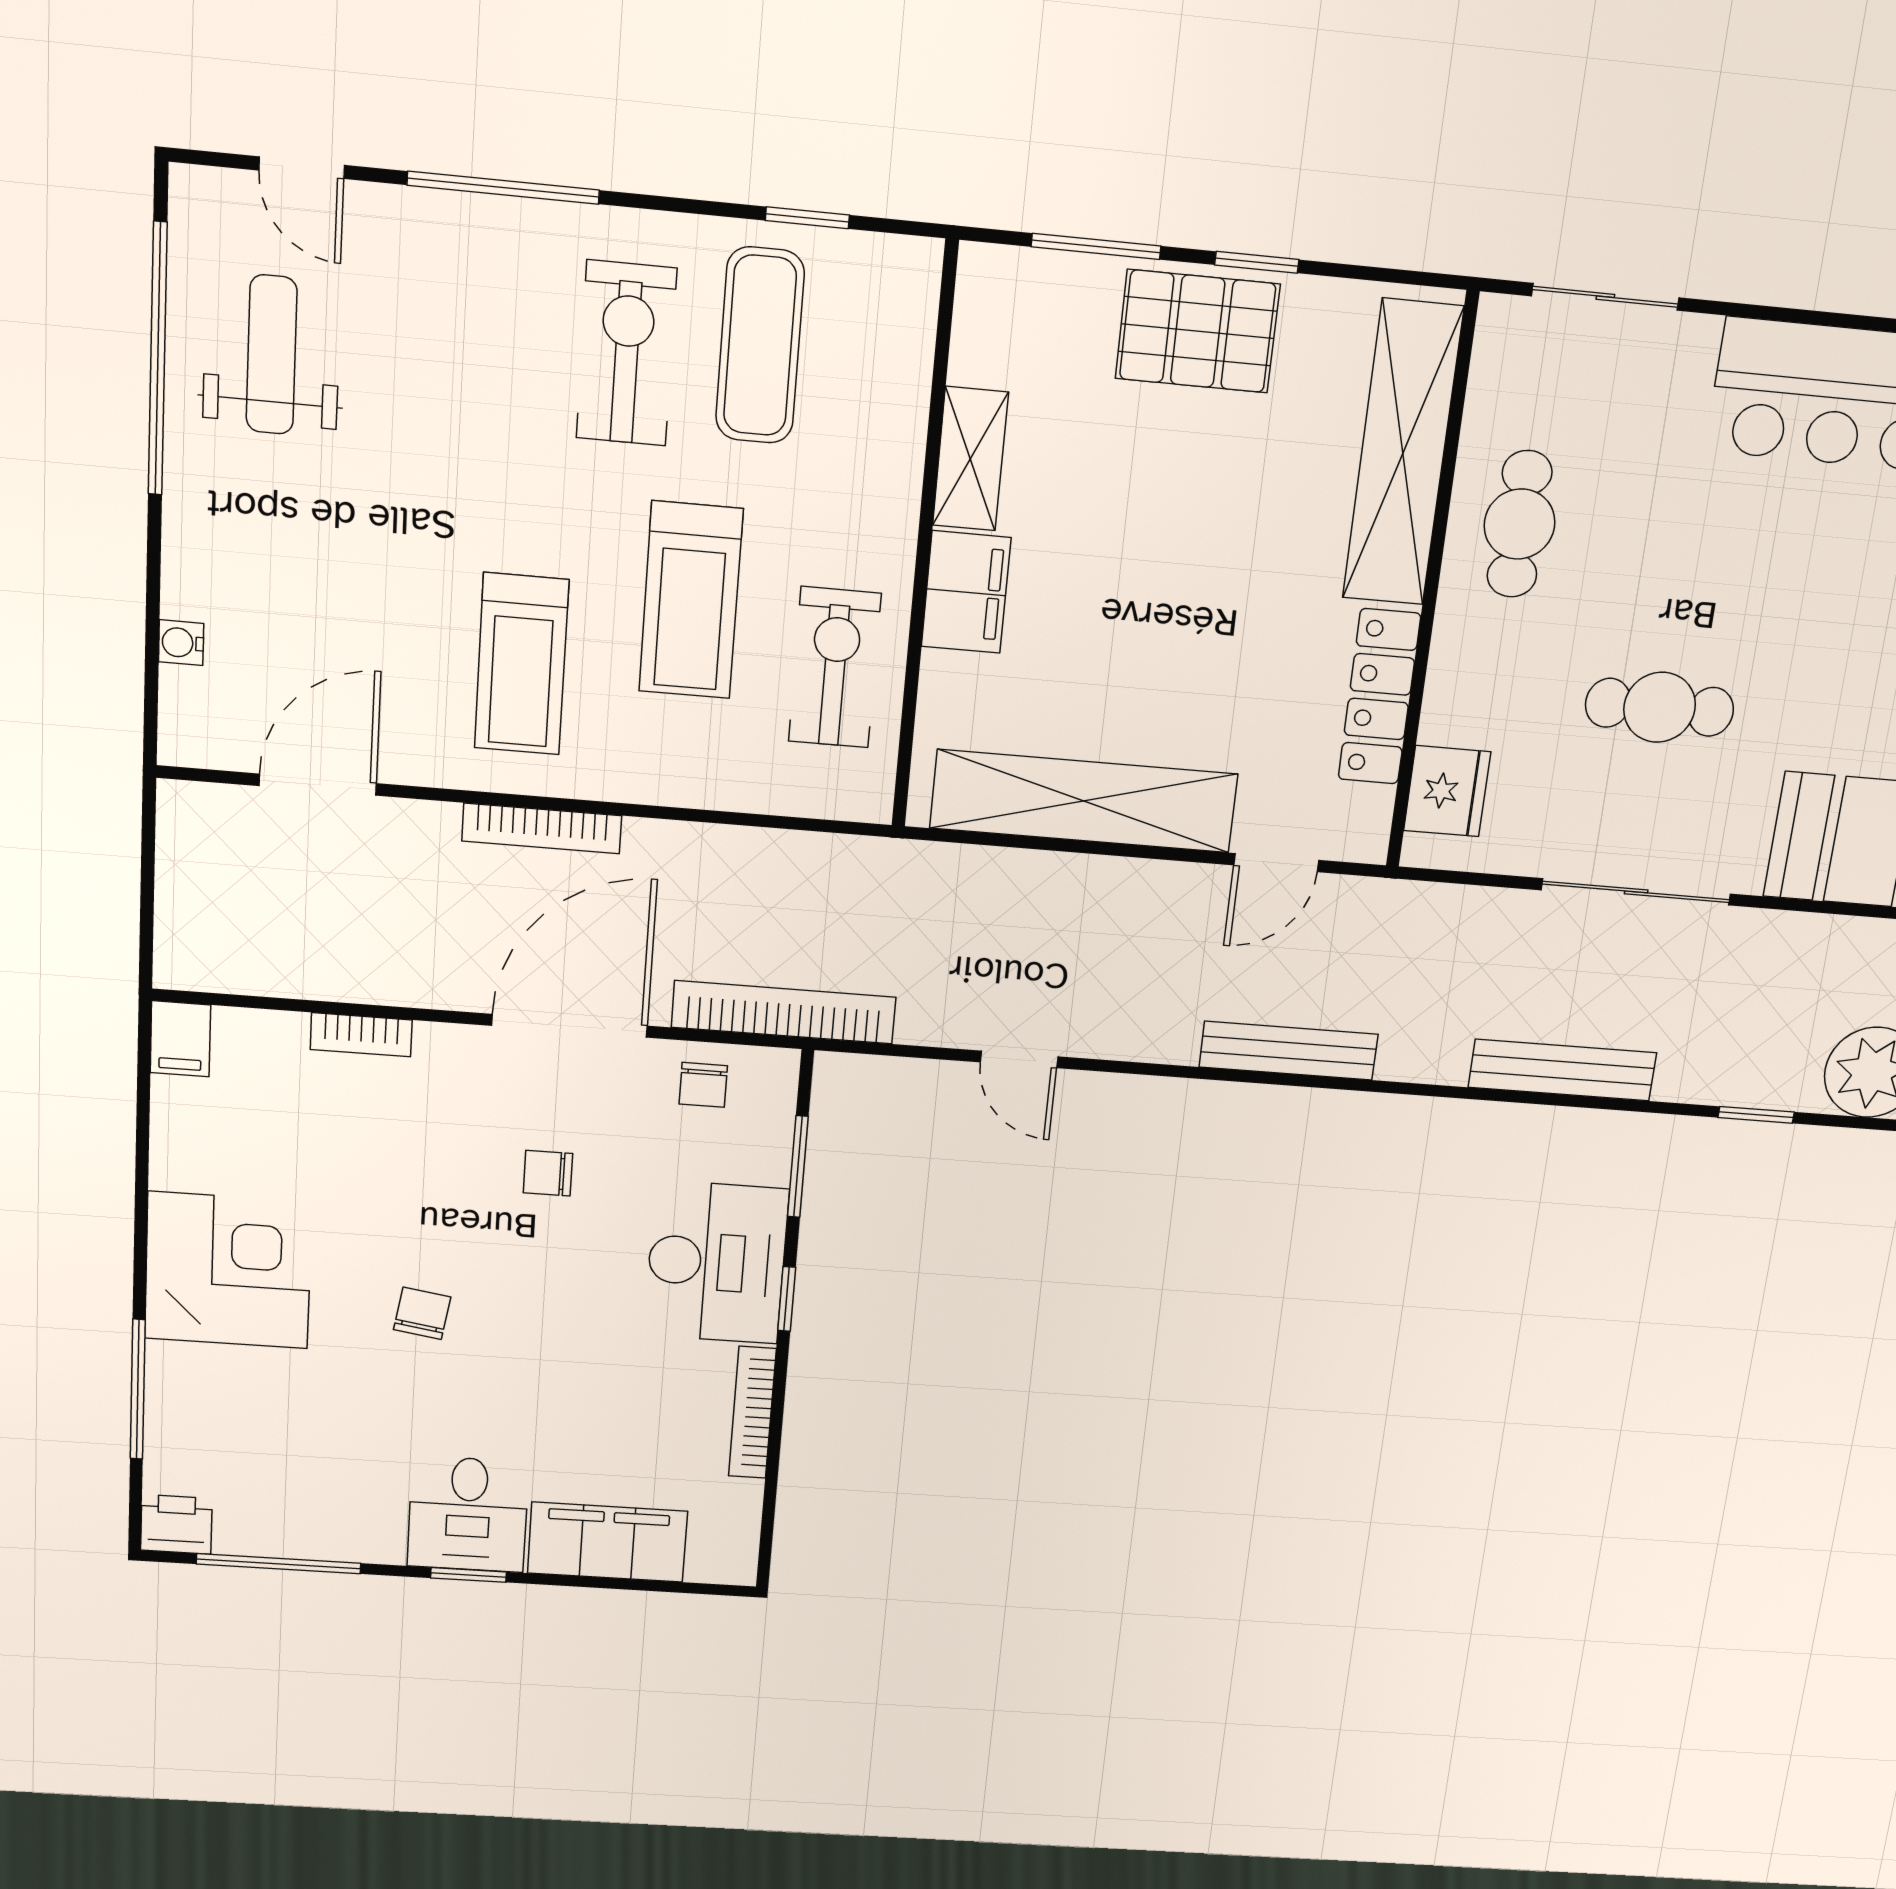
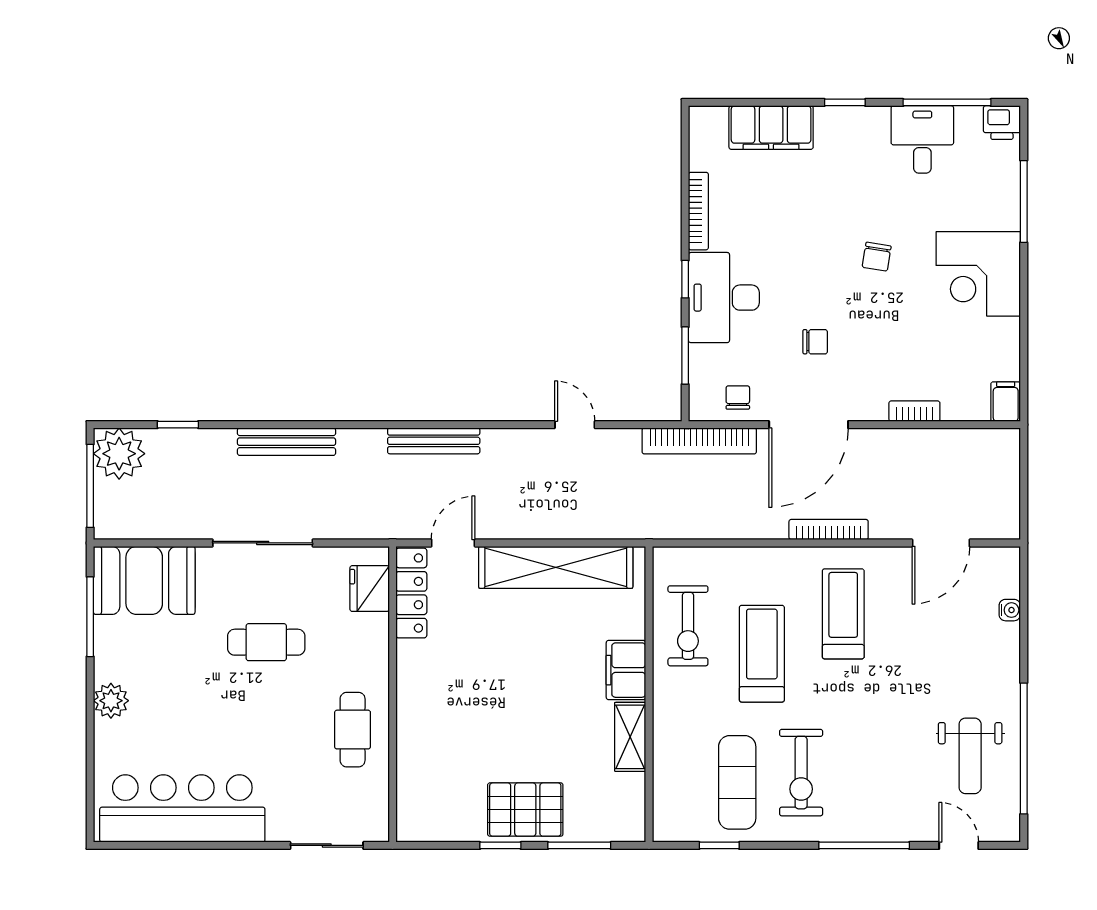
shelving: (1403, 453) -> (416, 759), removed
locker: (1379, 697) -> (411, 593), moved
desk: (468, 1514) -> (922, 139), moved

